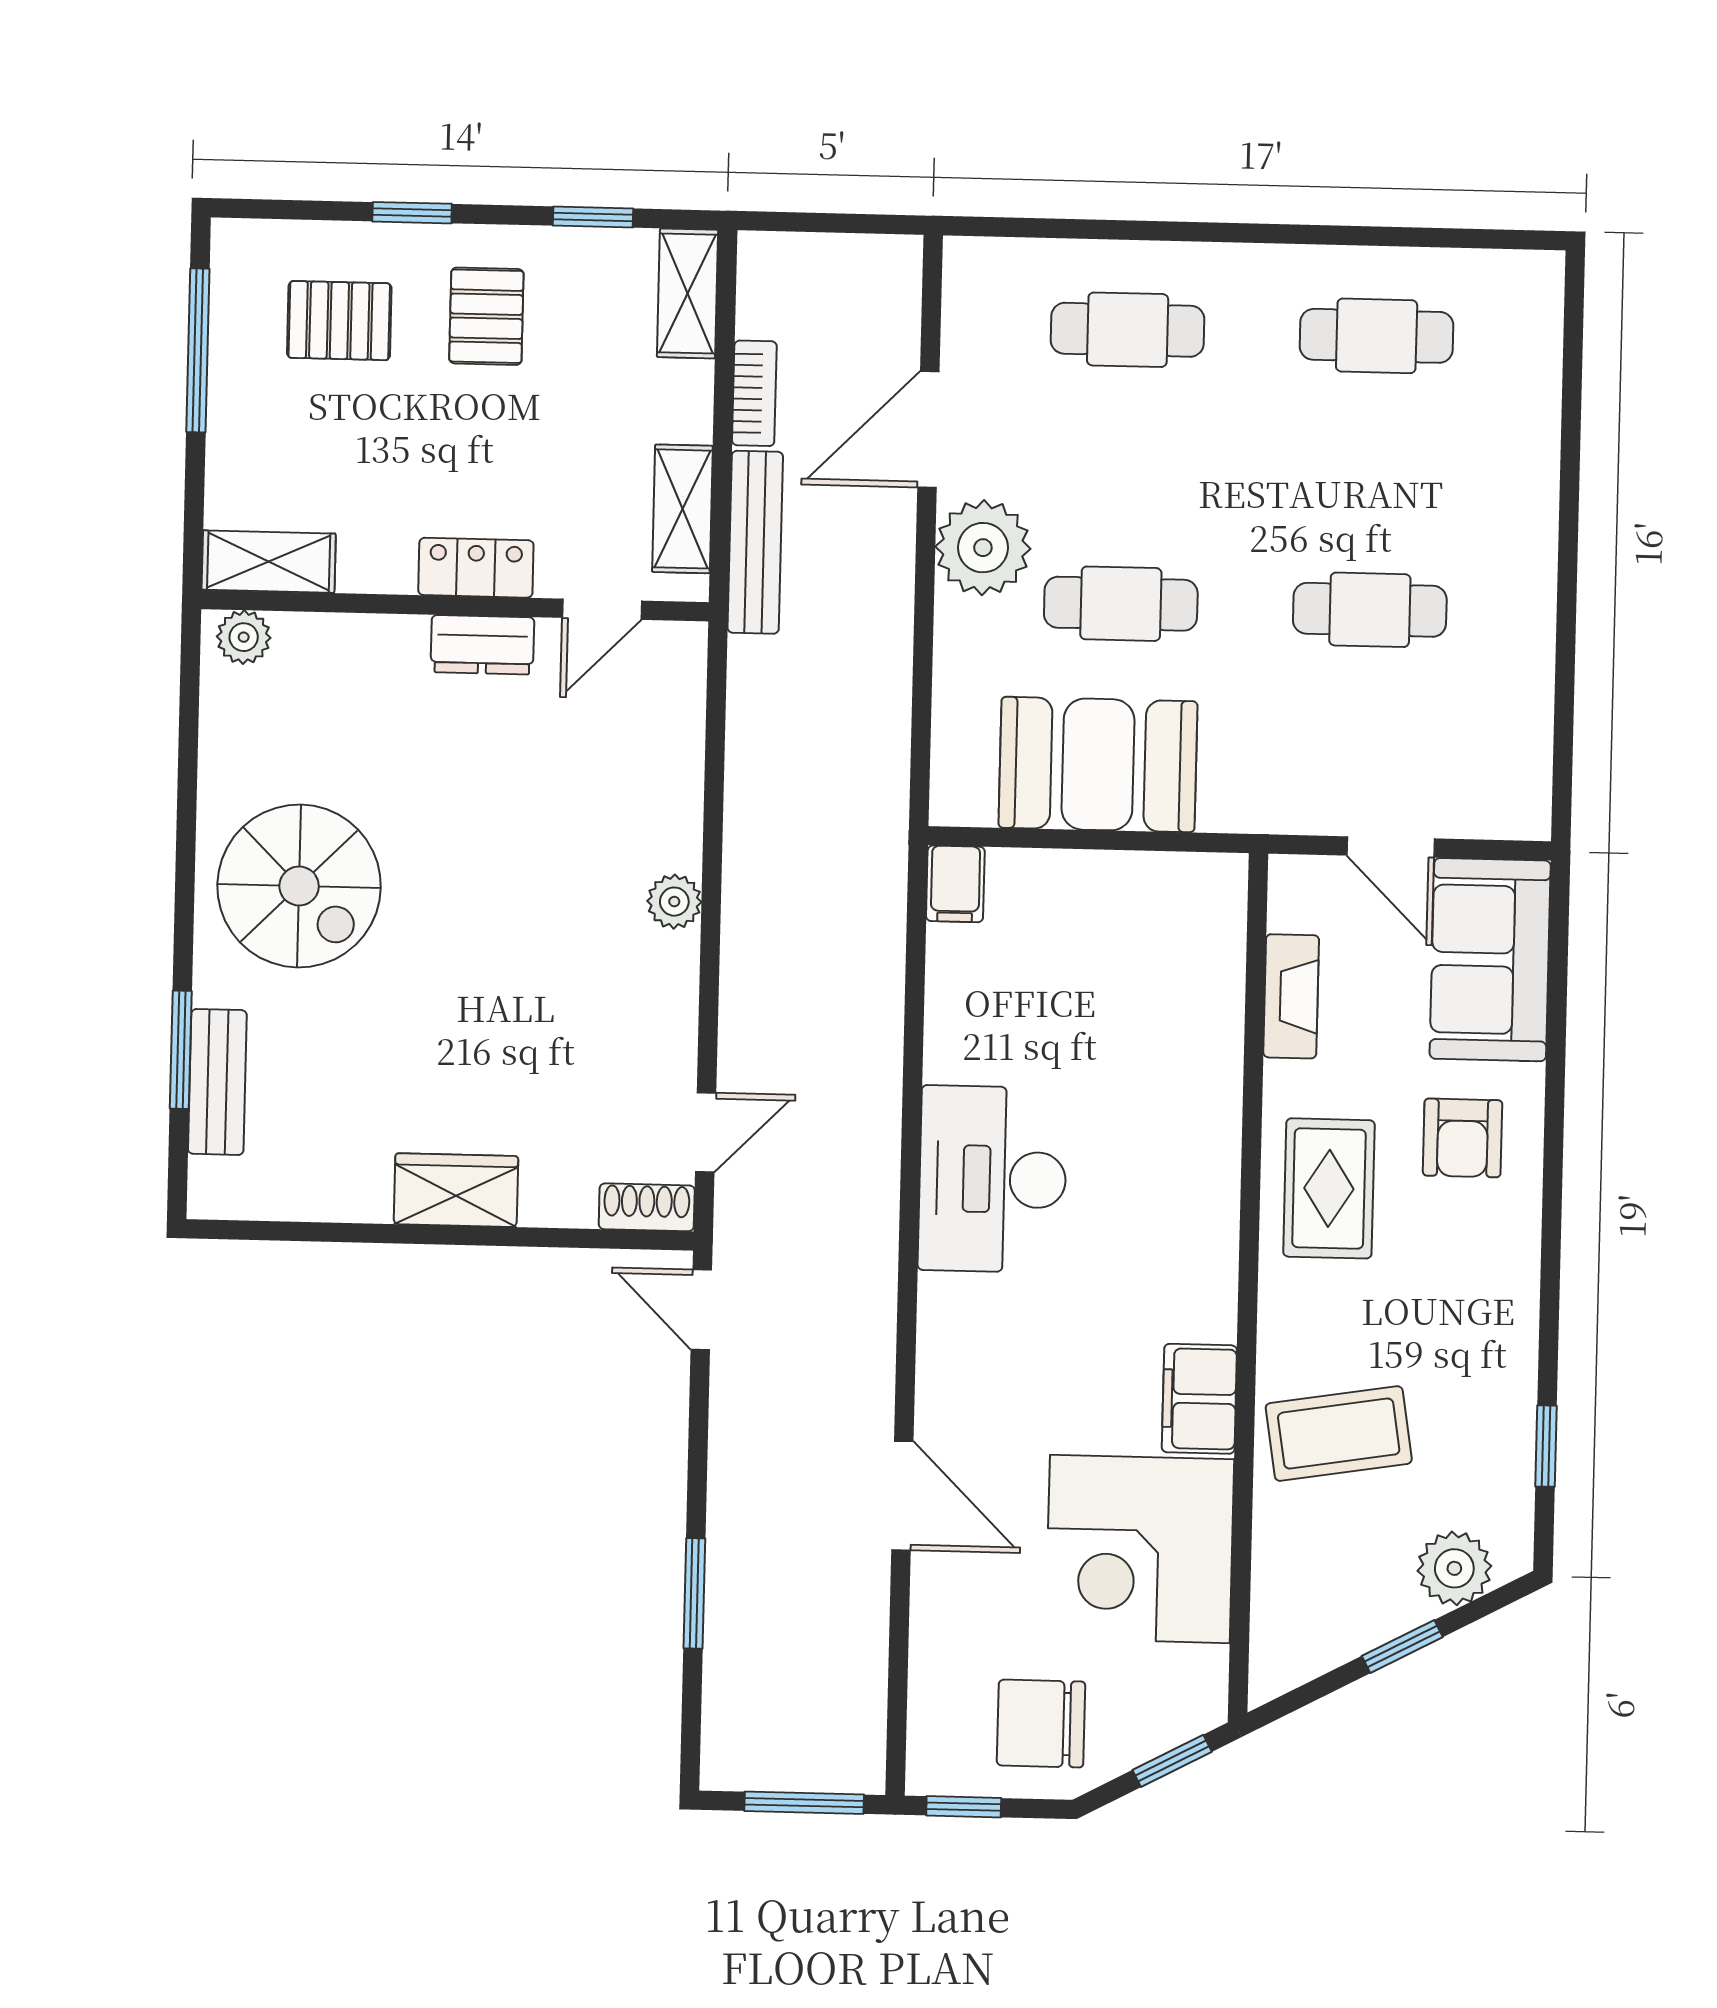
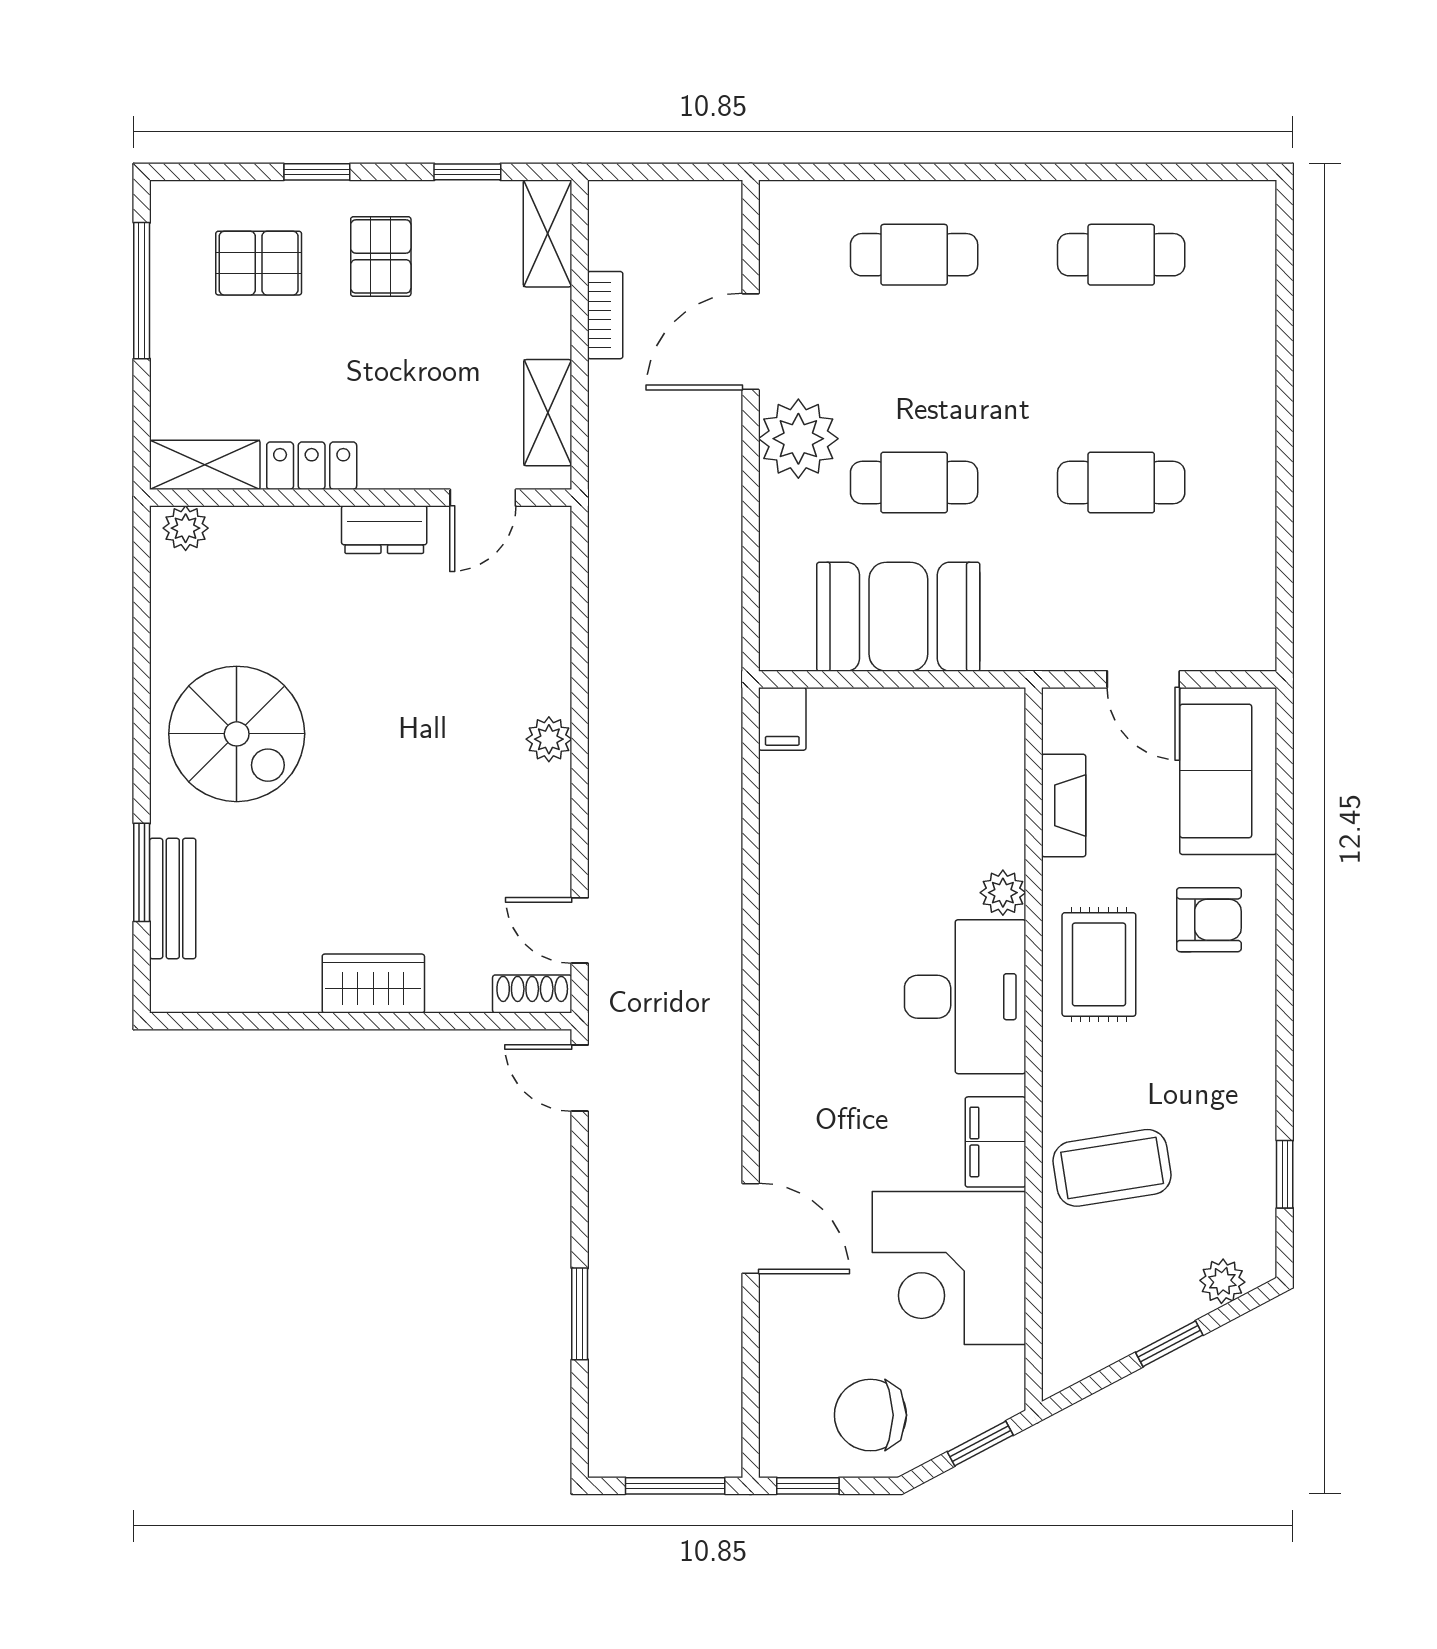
bench: (755, 542) -> (609, 439), removed
locker: (476, 568) -> (312, 466), moved
plant: (1216, 1099) -> (1003, 893), added
door: (706, 1132) -> (580, 930), swing flipped
armchair: (1463, 1138) -> (1209, 920), turned -90
desk: (993, 1179) -> (965, 997), moved, turned 180
plant: (1454, 1568) -> (1222, 1281), width x0.73, depth x0.73

